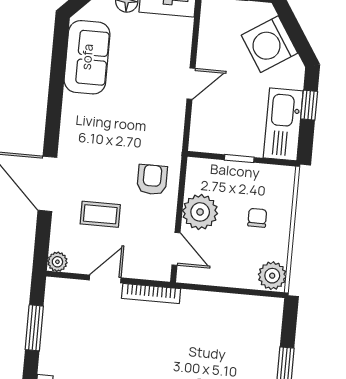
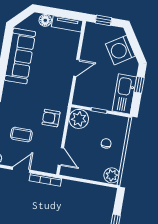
sofa: (87, 57) -> (20, 56), width x1.36
armchair: (152, 180) -> (51, 118), turned -90
plant: (200, 212) -> (79, 119), moved

